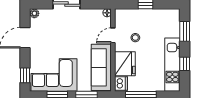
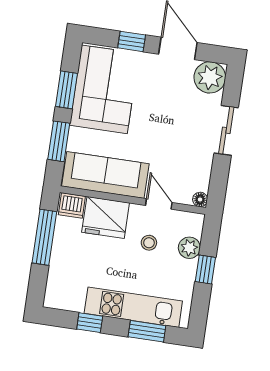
plant: (34, 13) -> (210, 77), width x1.88, depth x1.88
plant: (135, 15) -> (189, 248), added
kitchen unit: (172, 65) -> (133, 307), moved
window: (25, 75) -> (132, 41), moved

